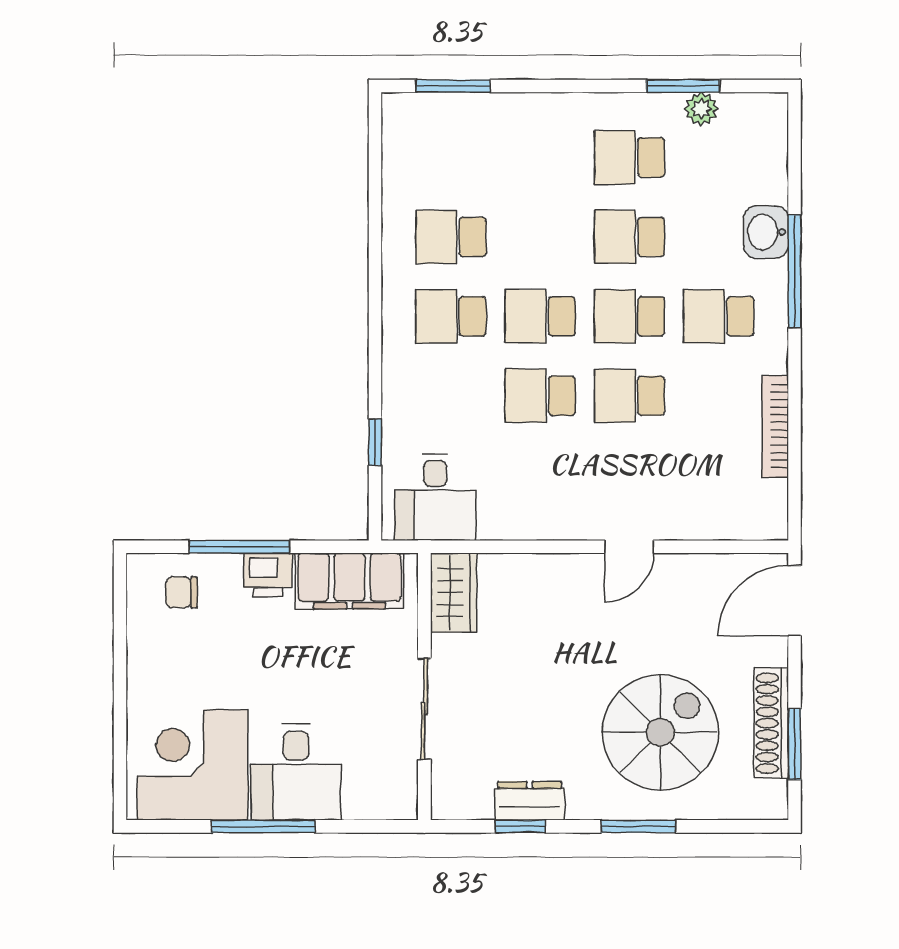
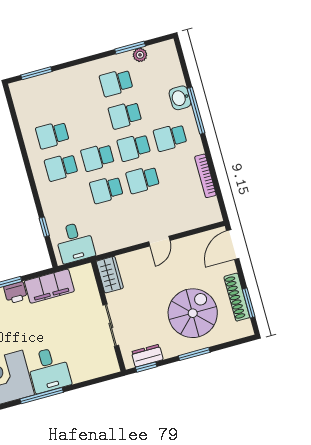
wardrobe: (454, 593) -> (110, 275), moved
wall: (424, 687) -> (108, 316), moved
sliding door: (424, 709) -> (111, 325), moved

